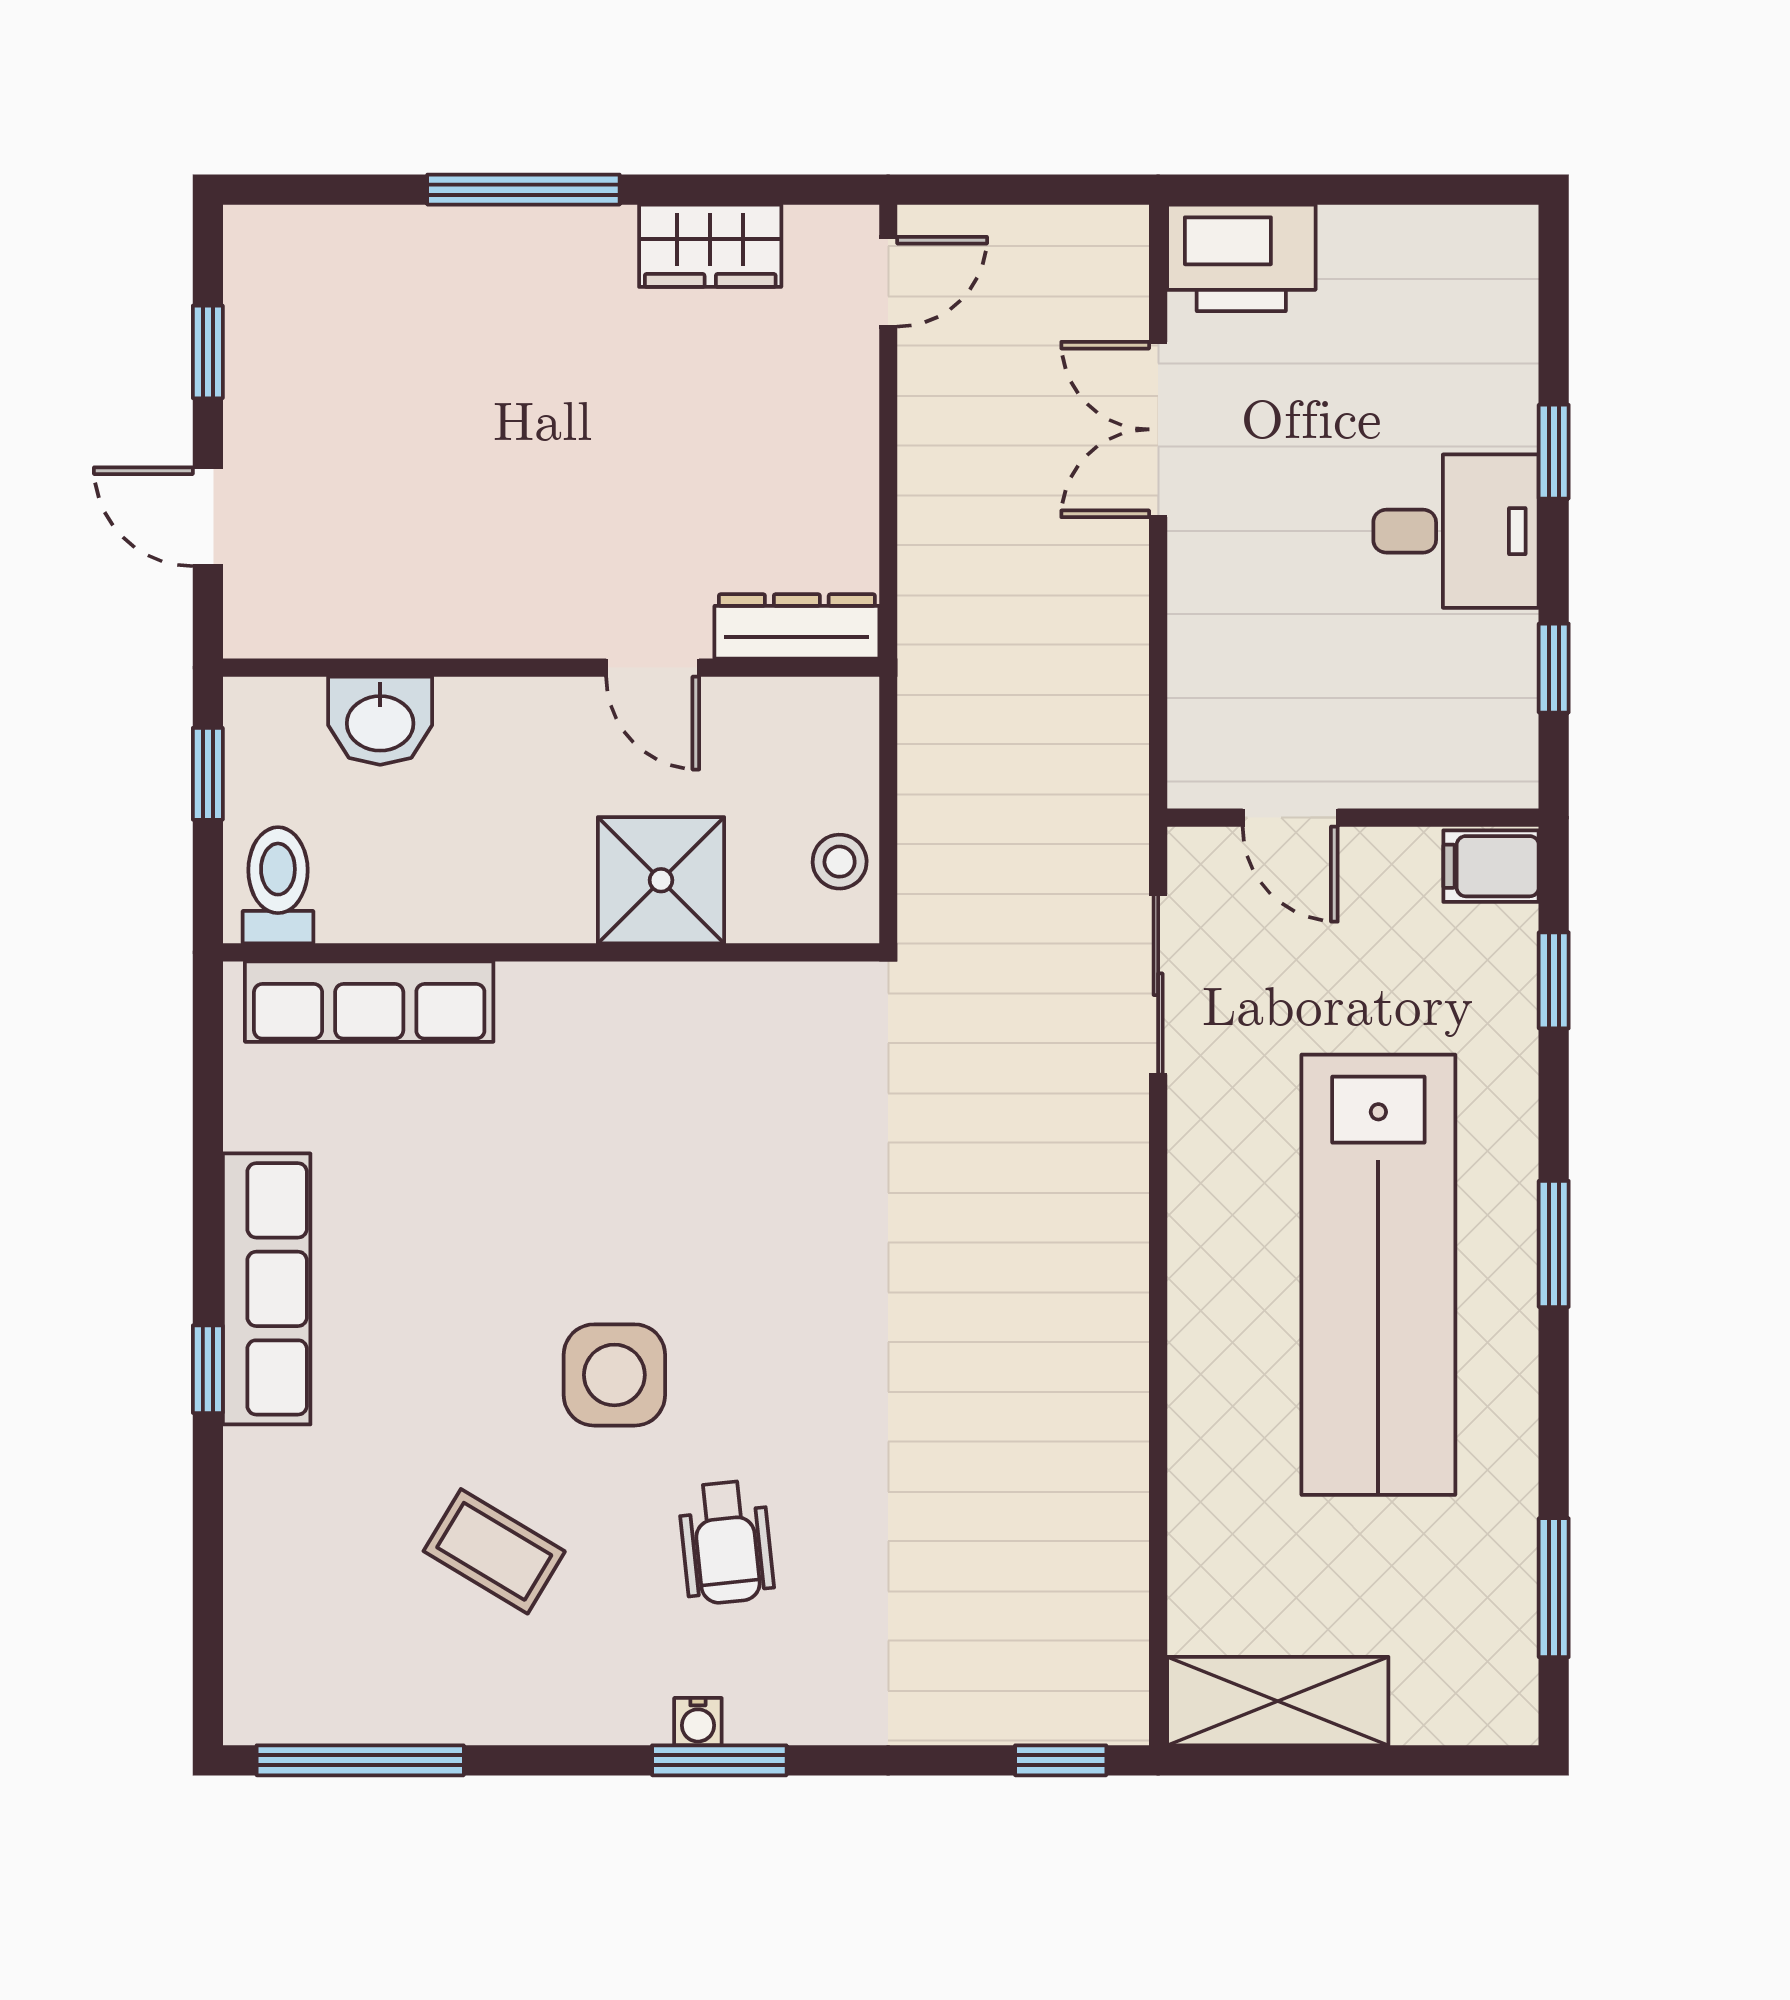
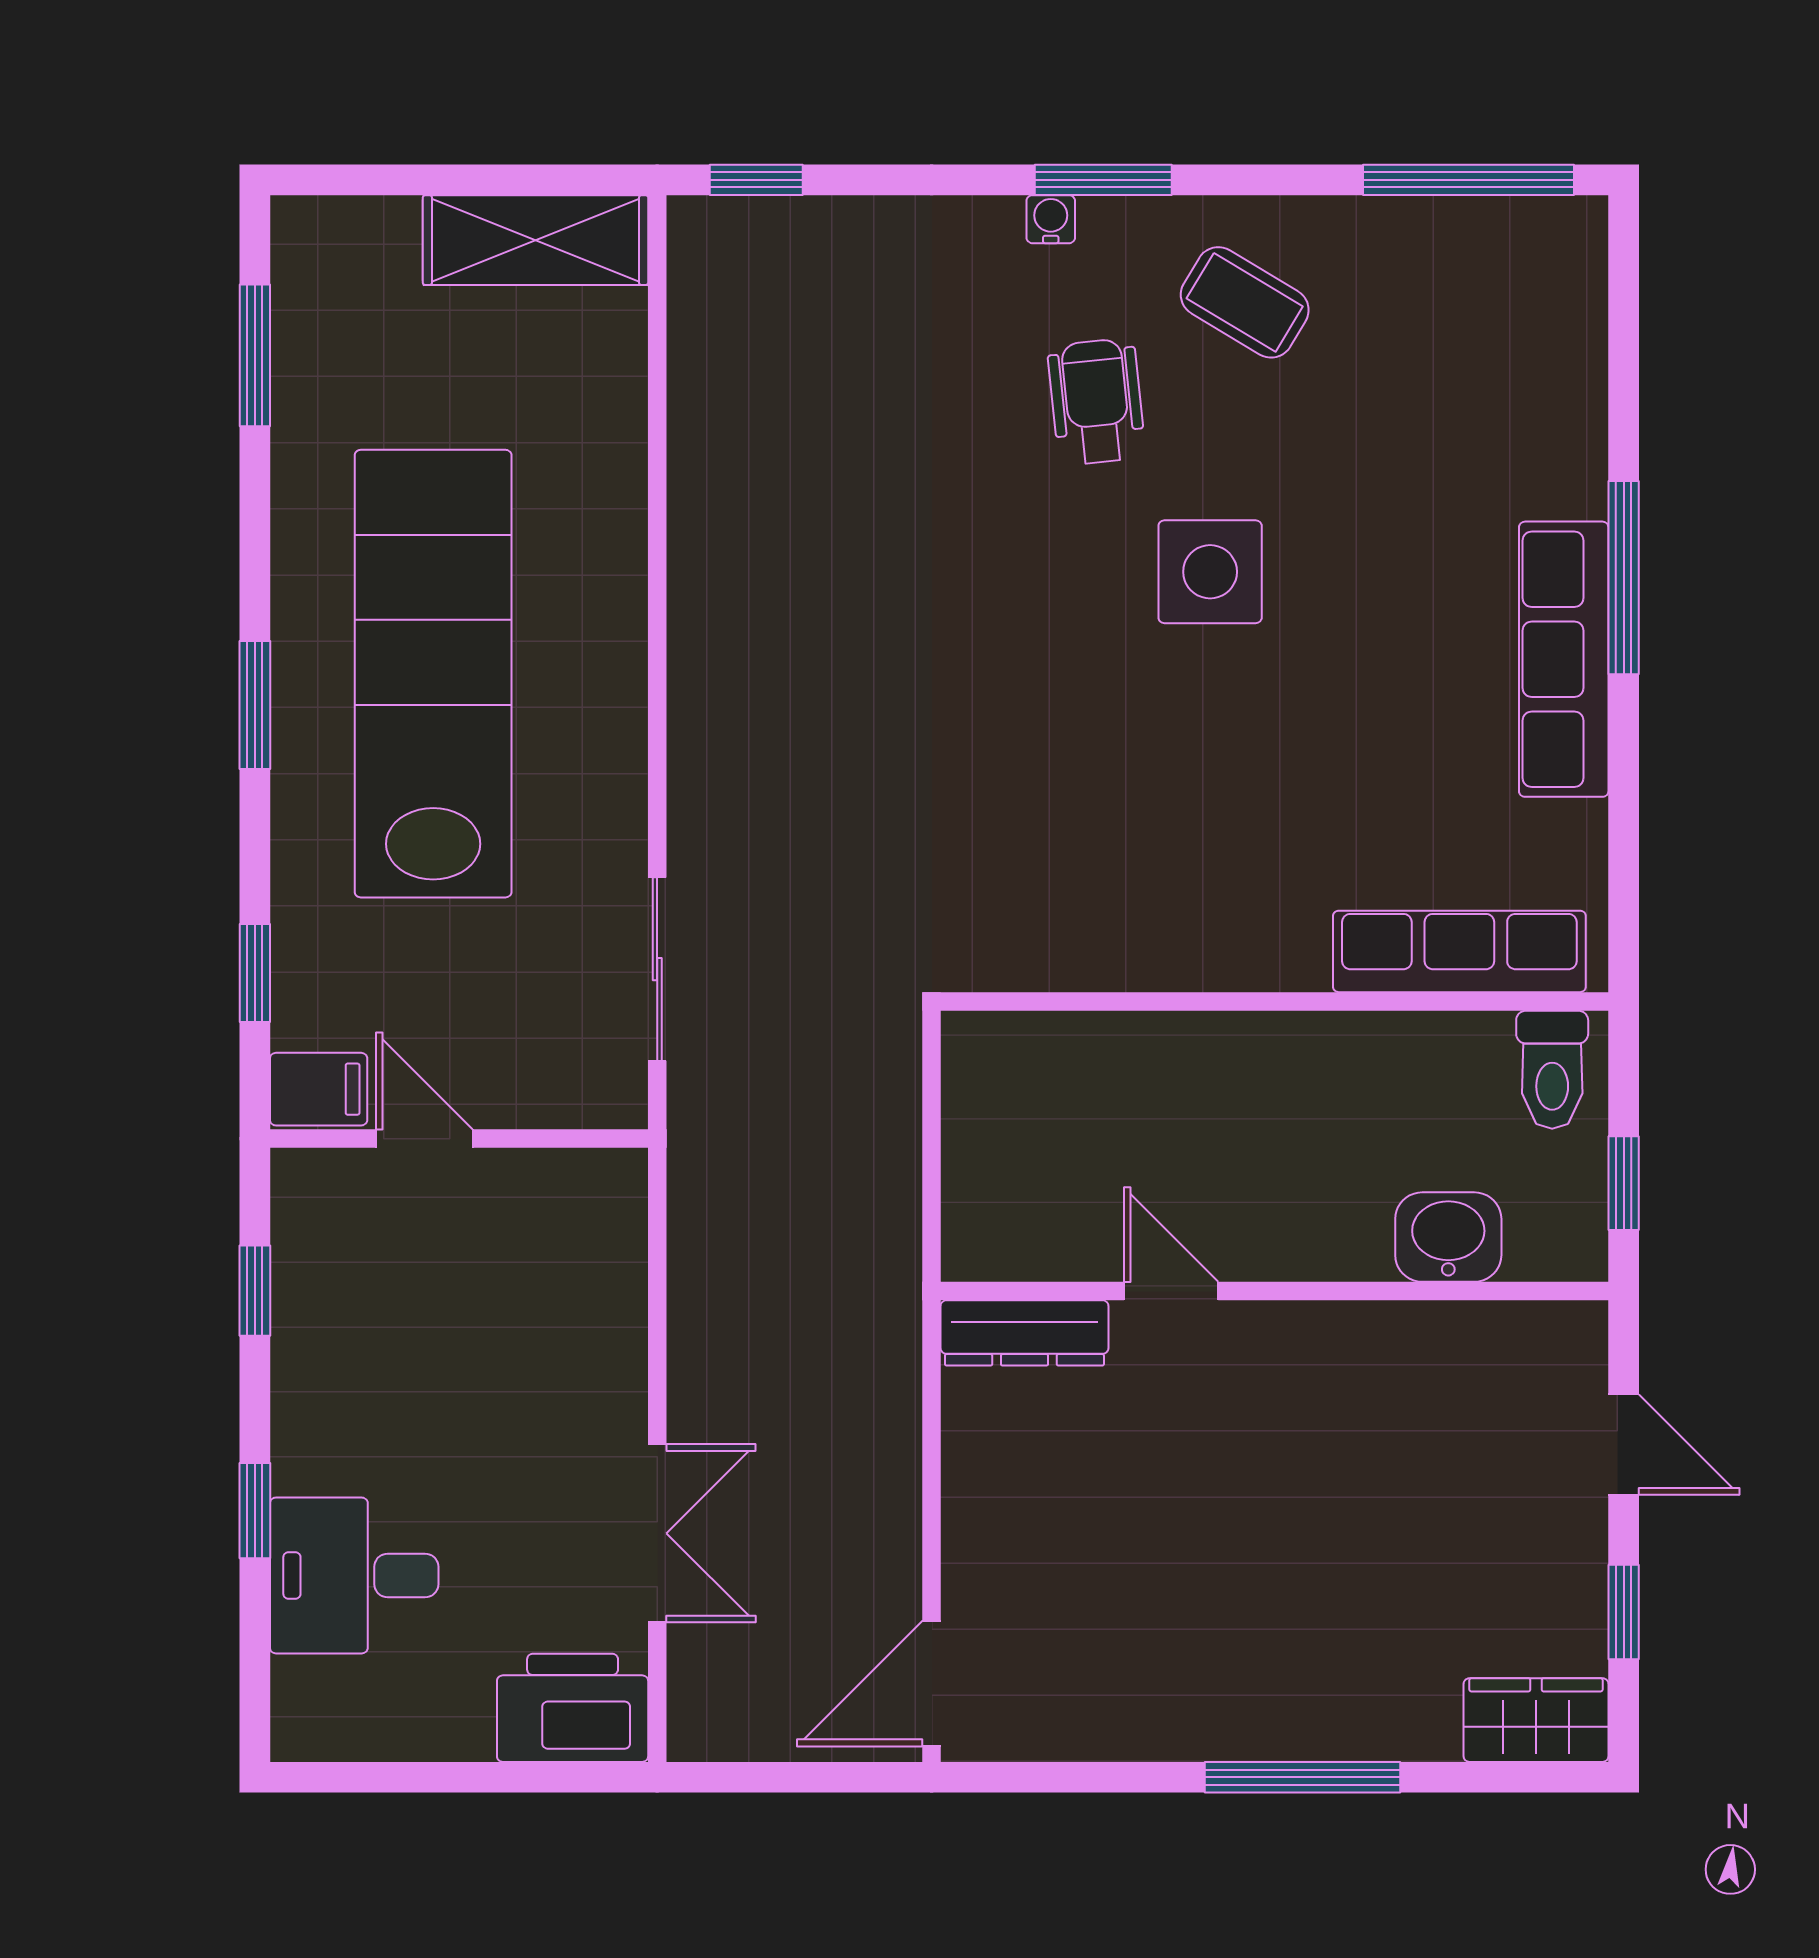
wardrobe: (710, 246) -> (1536, 1720), moved
door: (888, 282) -> (932, 1684), width x1.38
desk: (1456, 531) -> (354, 1575), moved
door: (1290, 818) -> (424, 1139), moved
stool: (840, 862) -> (981, 1094), removed
shower: (661, 880) -> (1163, 1075), removed
window: (208, 1369) -> (1624, 578), width x2.17
coffee table: (494, 1551) -> (1245, 302), moved
water cooler: (698, 1722) -> (1051, 219), moved

